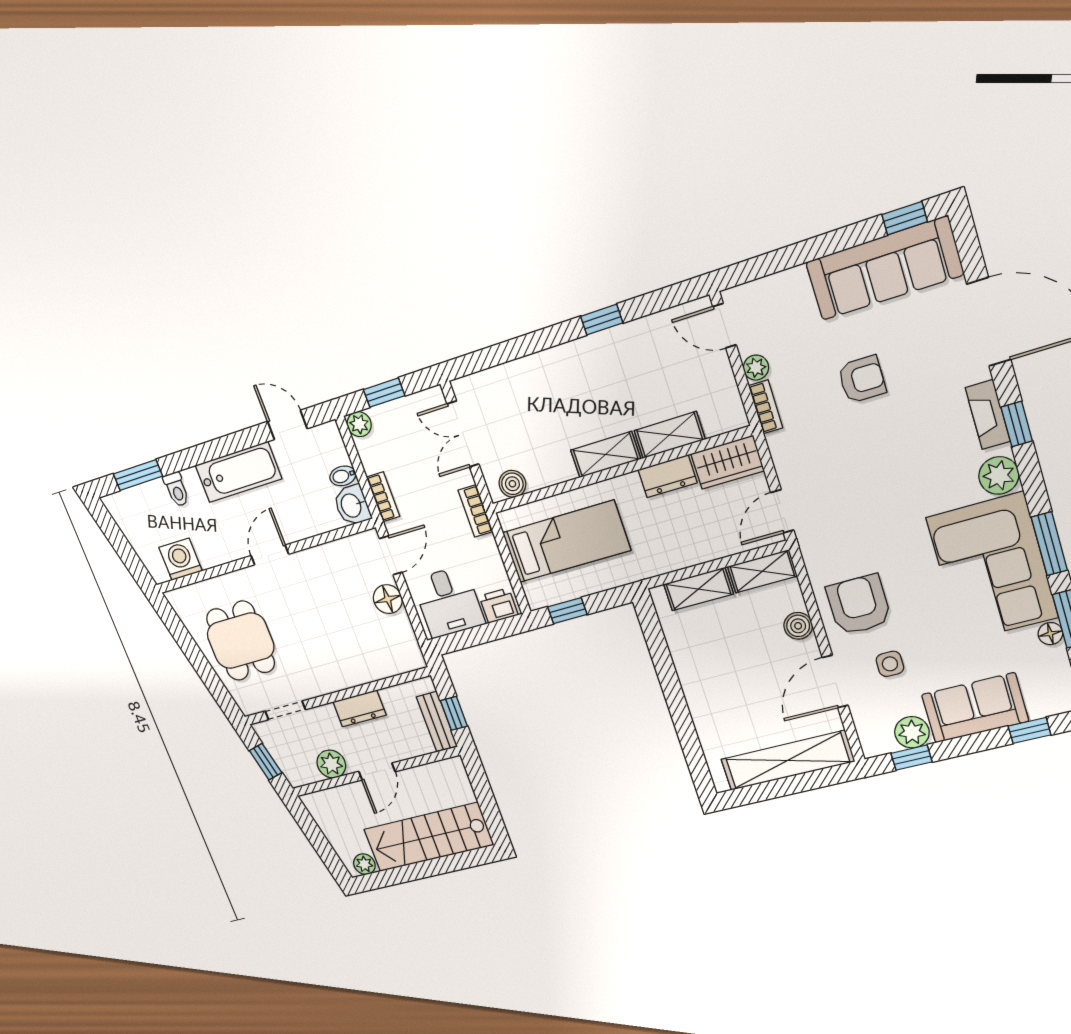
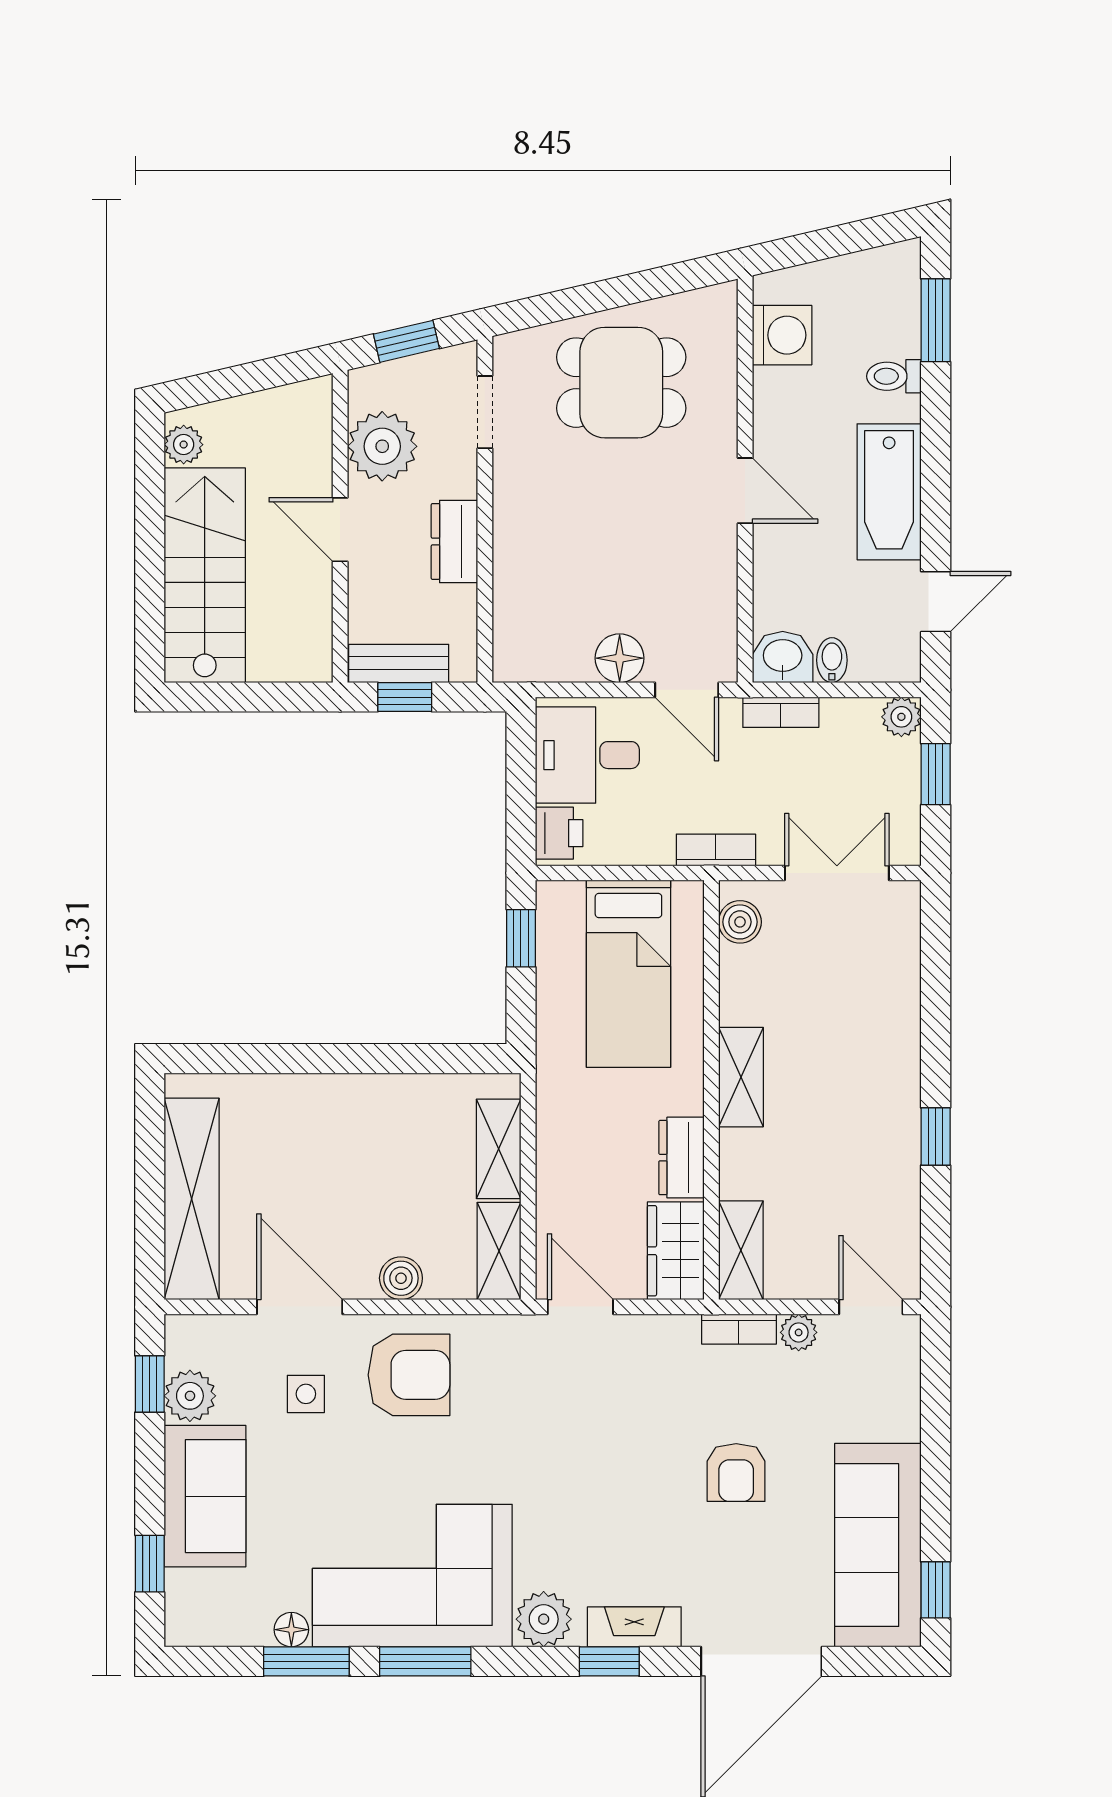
door: (725, 326) -> (871, 1307), hinge flipped
shelving: (670, 435) -> (741, 1250), moved
plant: (331, 764) -> (382, 446), width x1.36, depth x1.36

